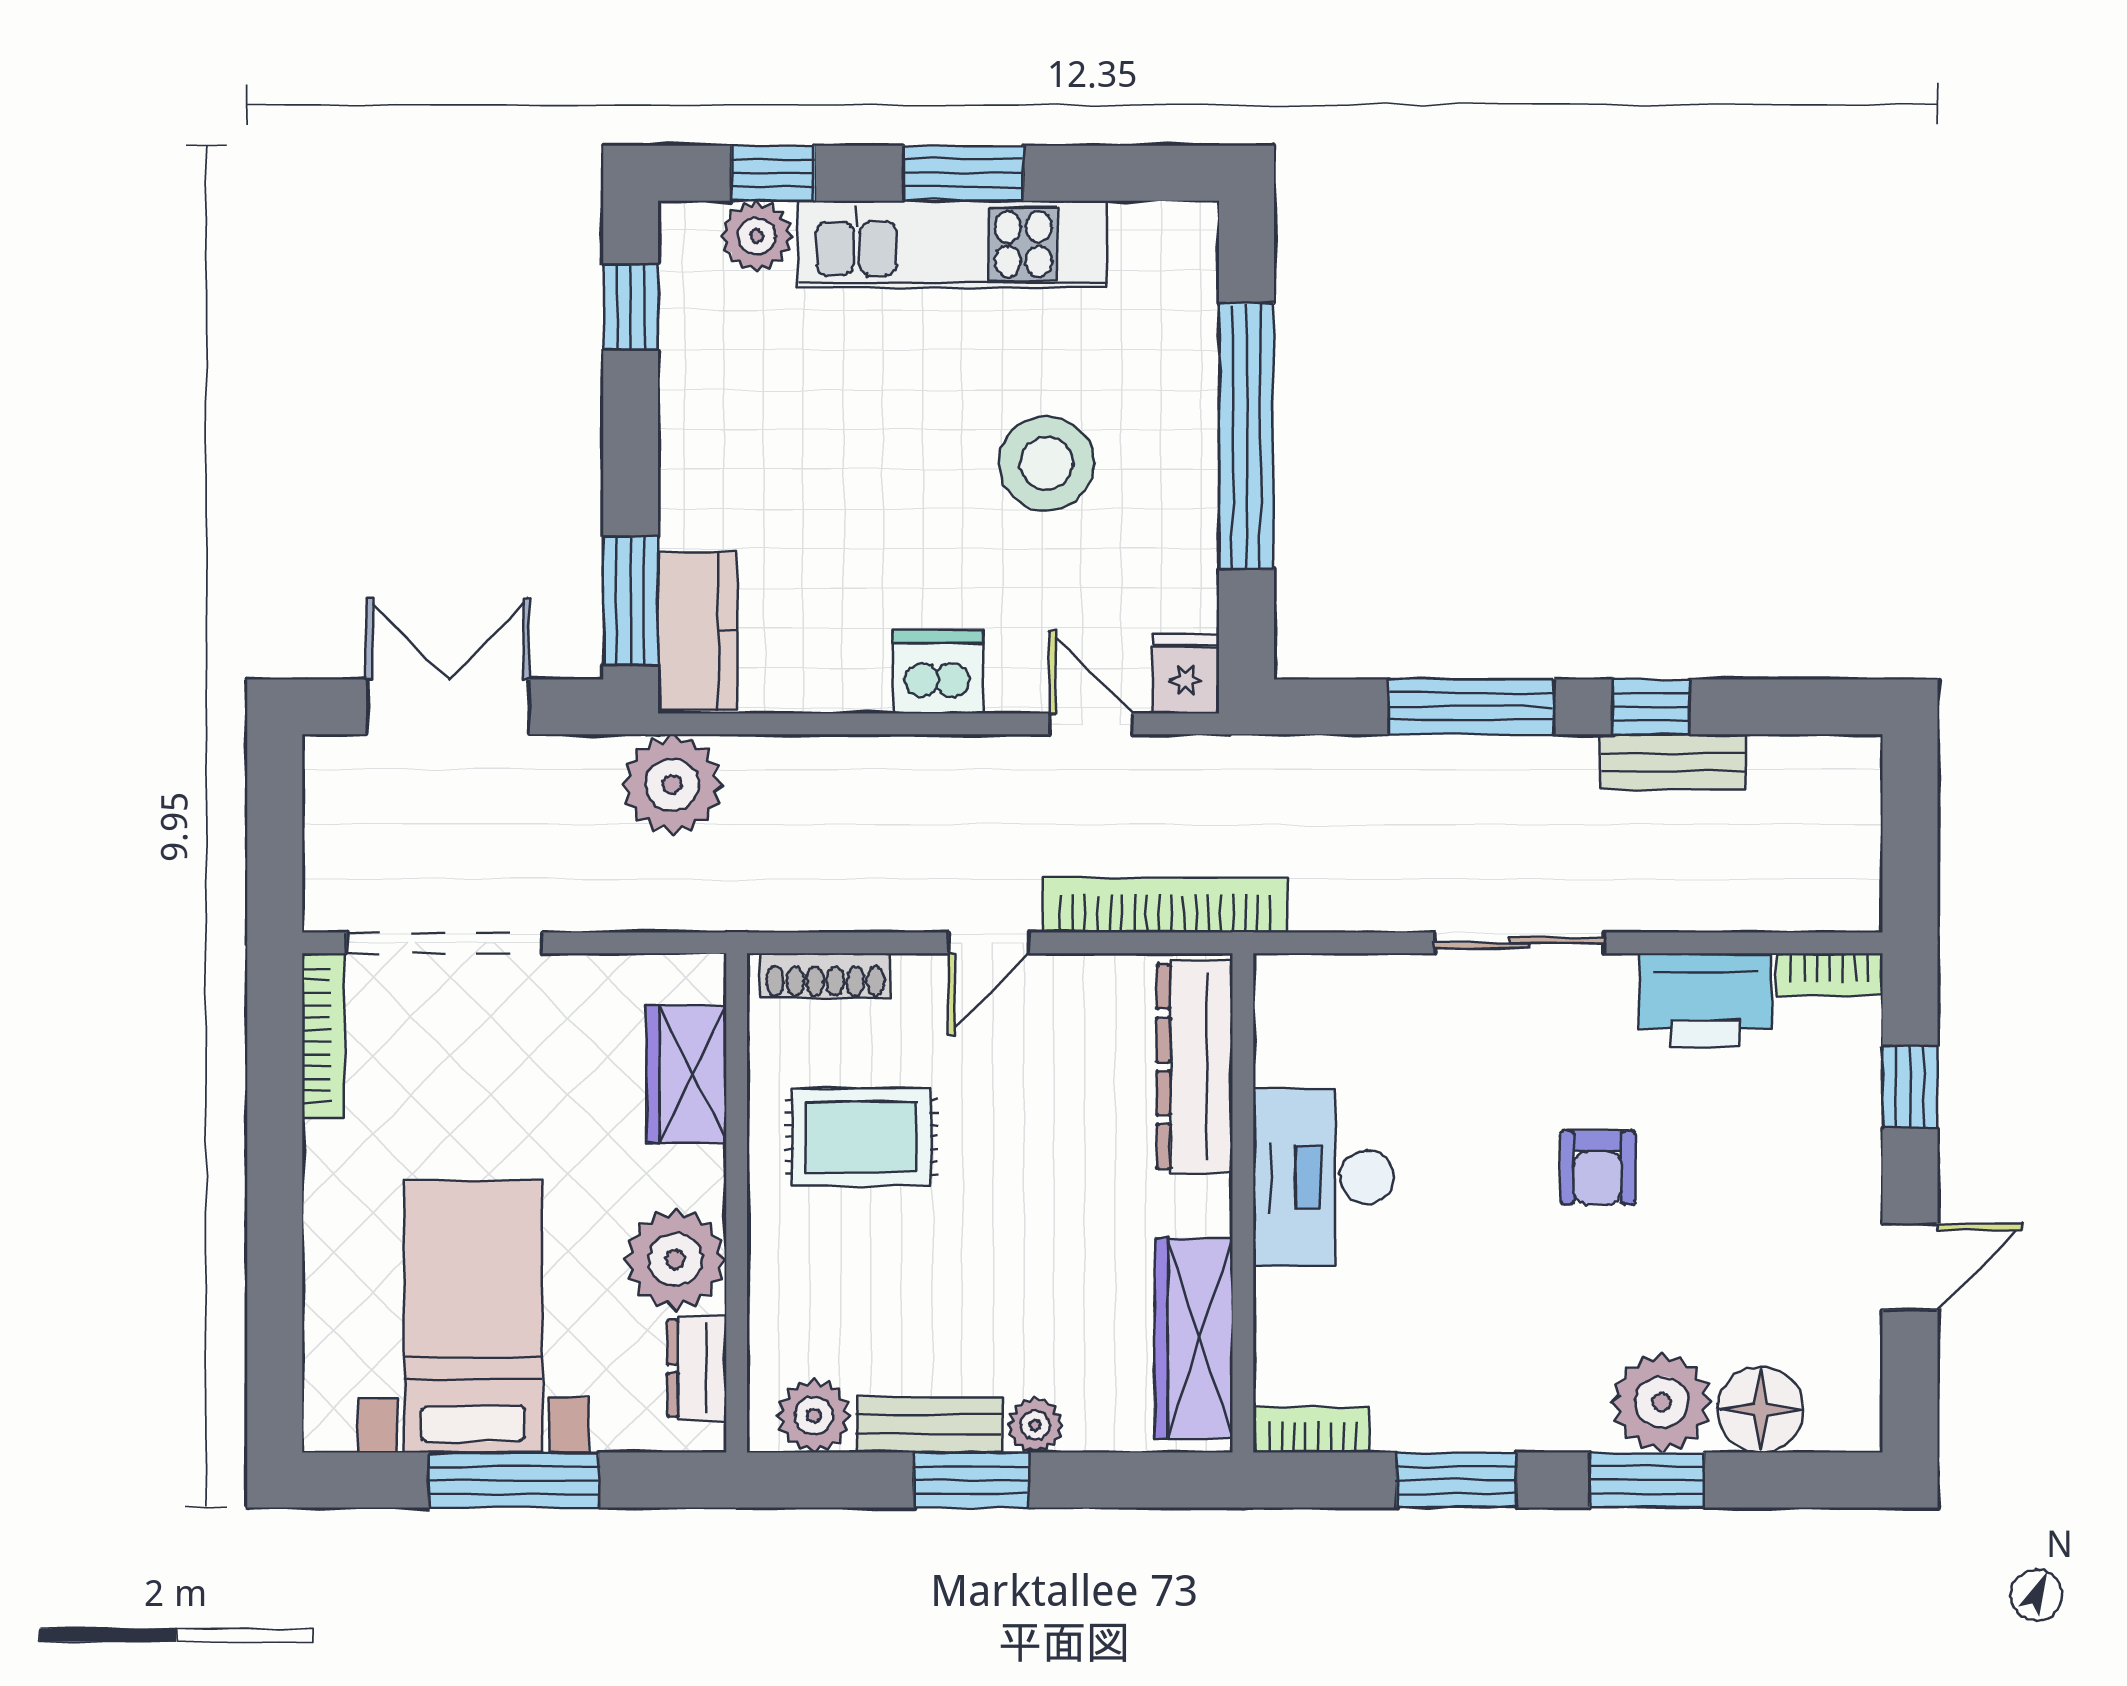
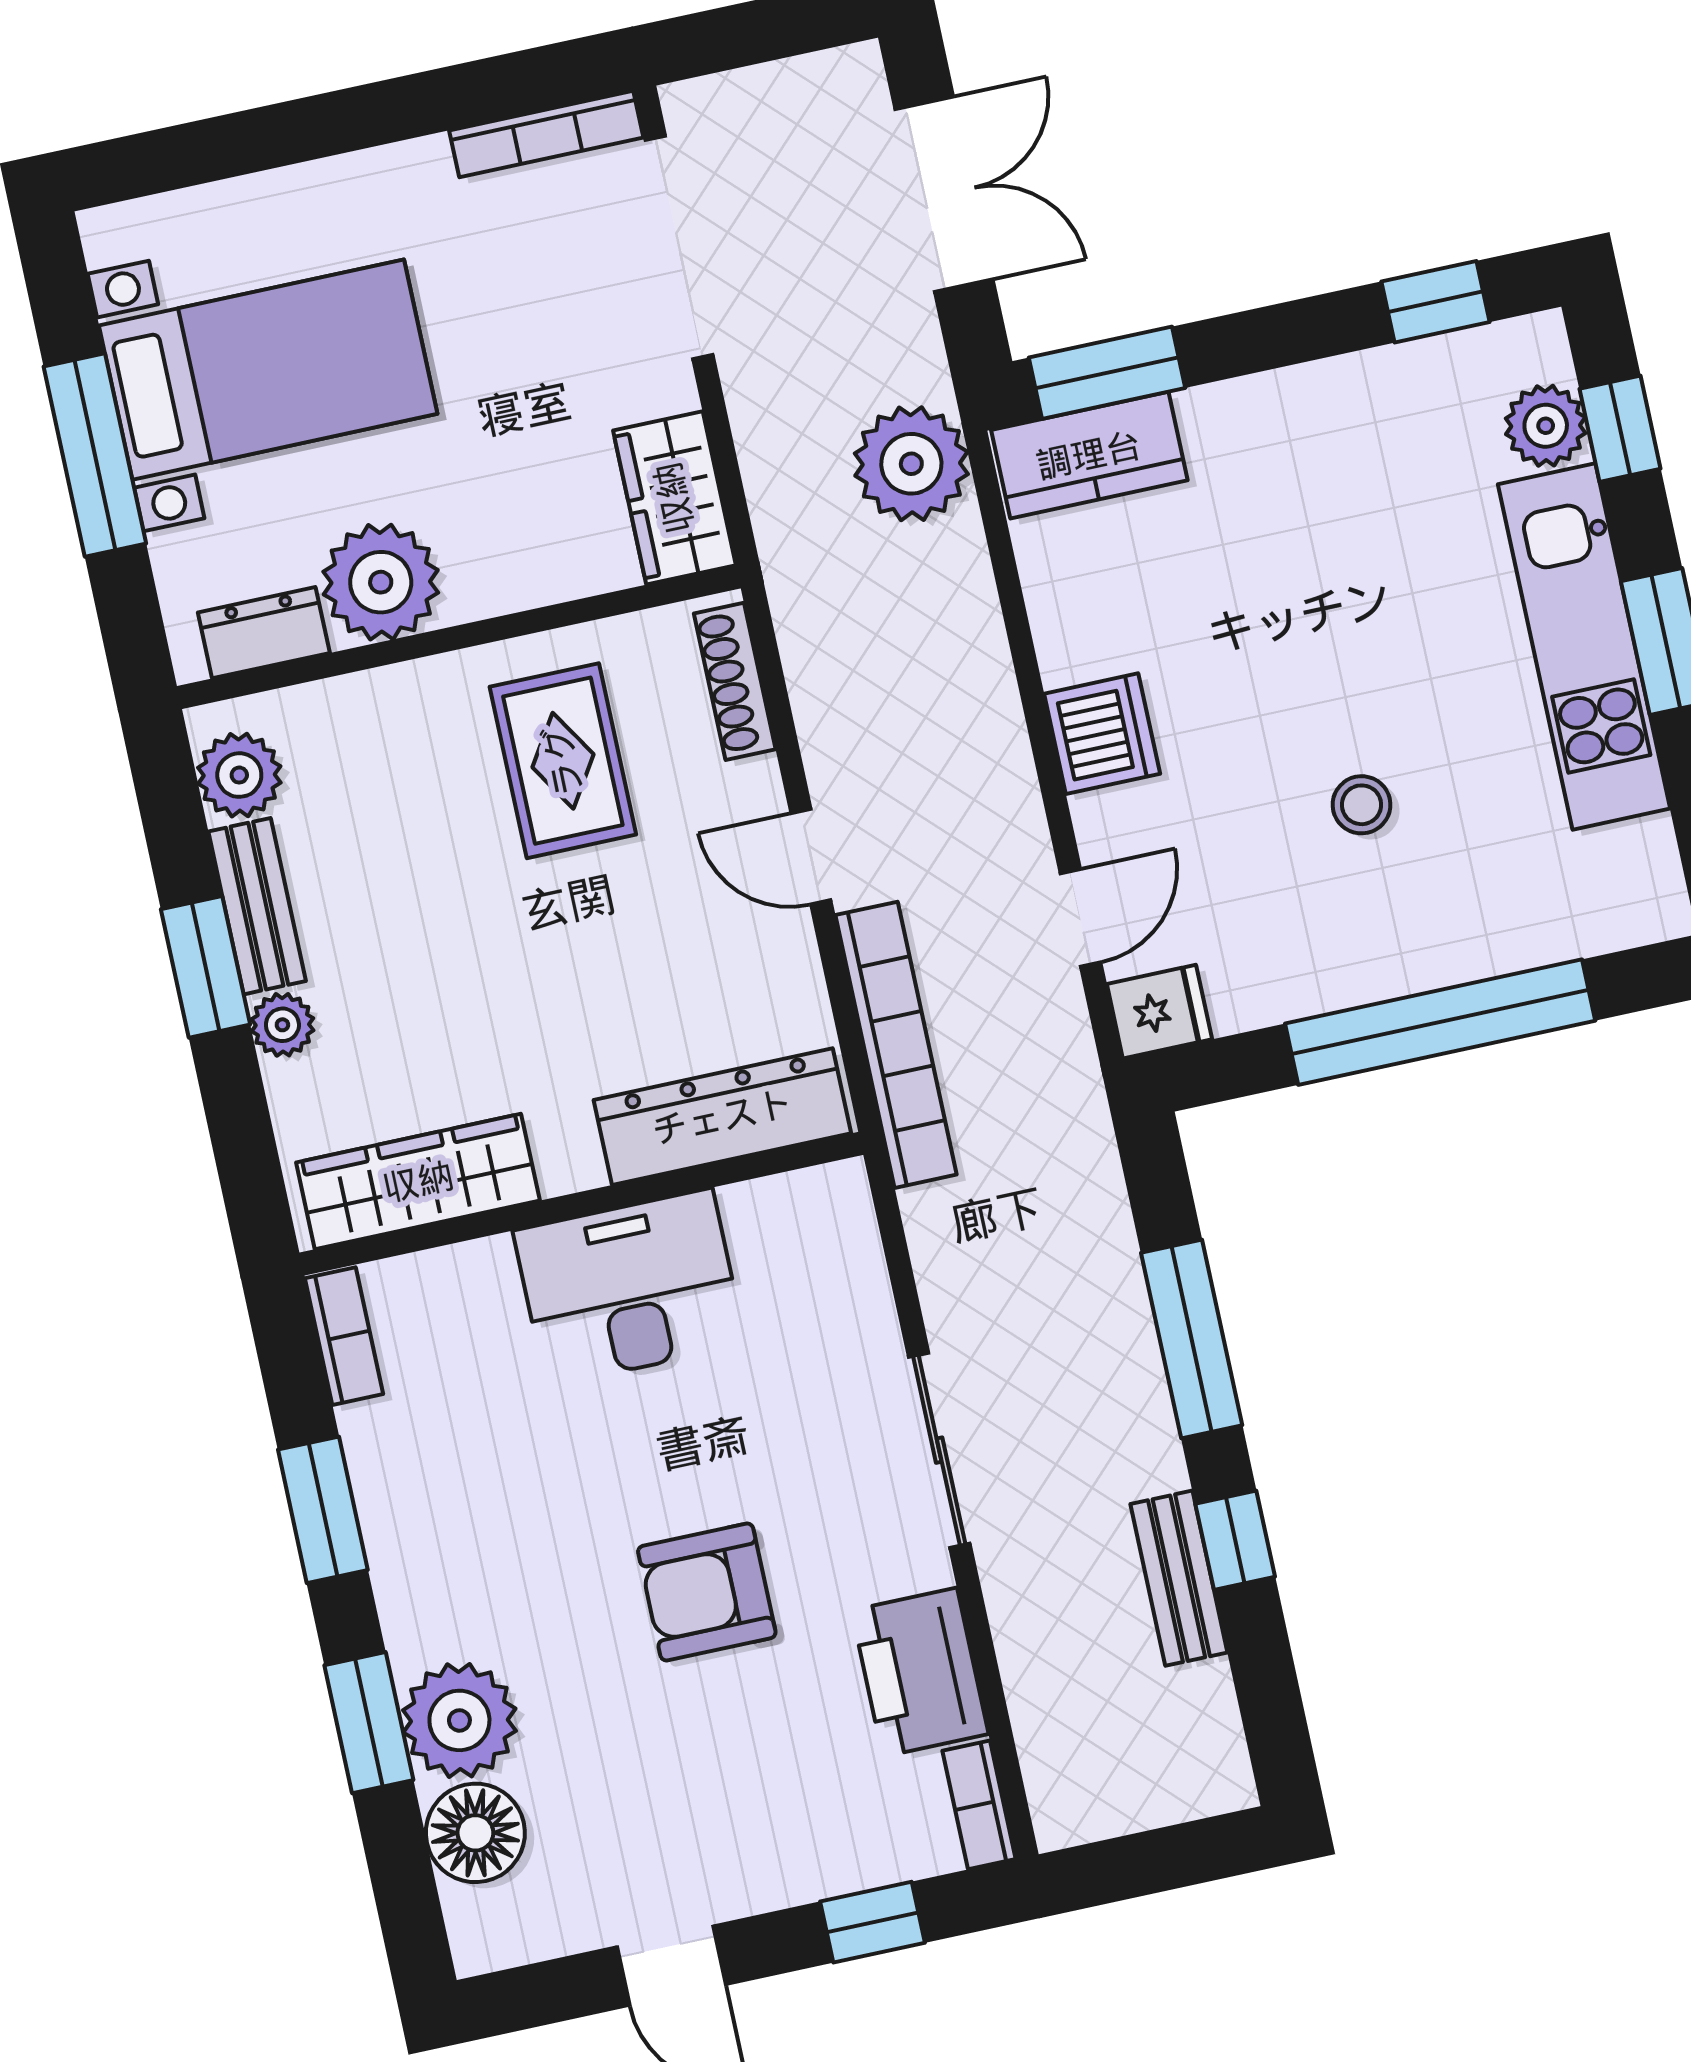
stool: (1046, 463) -> (1361, 805), width x0.53, depth x0.53
wardrobe: (686, 1074) -> (674, 498), moved, turned -90
armchair: (1598, 1167) -> (707, 1592), width x1.38, depth x1.38

